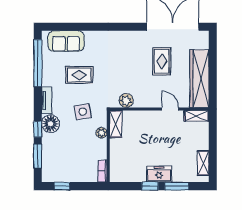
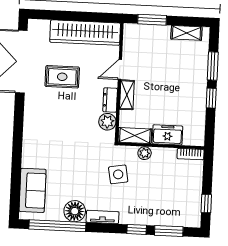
rug: (79, 75) -> (74, 177), removed
dresser: (144, 102) -> (110, 100), added
shelving: (197, 116) -> (127, 95), moved
floor lamp: (50, 124) -> (75, 211), moved
window: (213, 134) -> (152, 20), added
freezer: (159, 174) -> (167, 135), moved, turned 90

